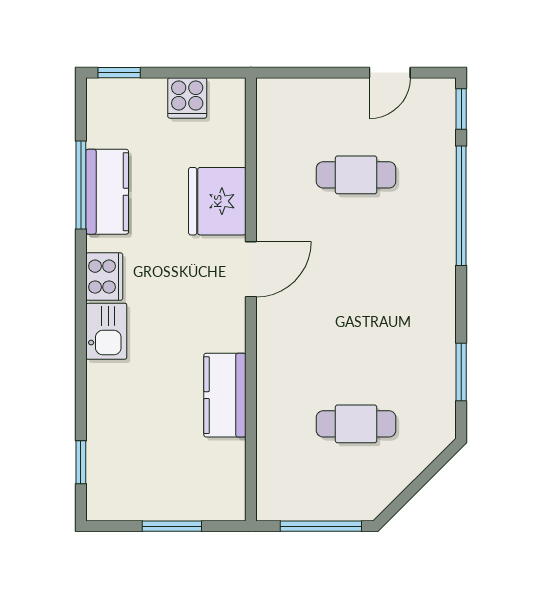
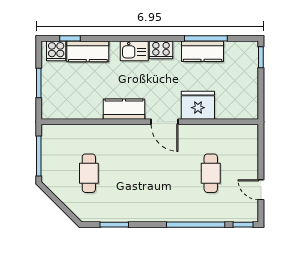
cooker: (187, 98) -> (56, 51), moved, turned -90
kitchen counter: (225, 395) -> (124, 109), moved
kitchen counter: (107, 426) -> (88, 51), added

